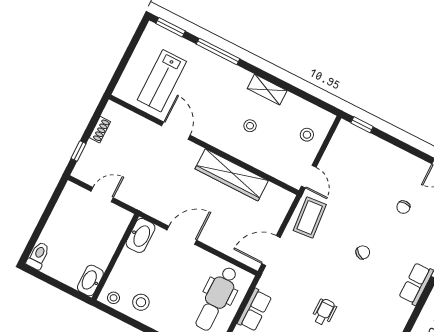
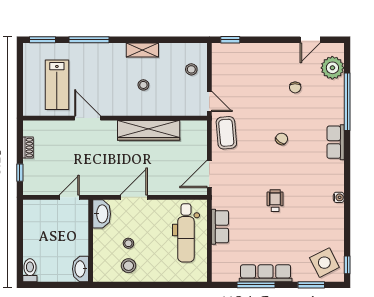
door: (102, 195) -> (69, 197), moved
stool: (114, 298) -> (128, 243), moved

